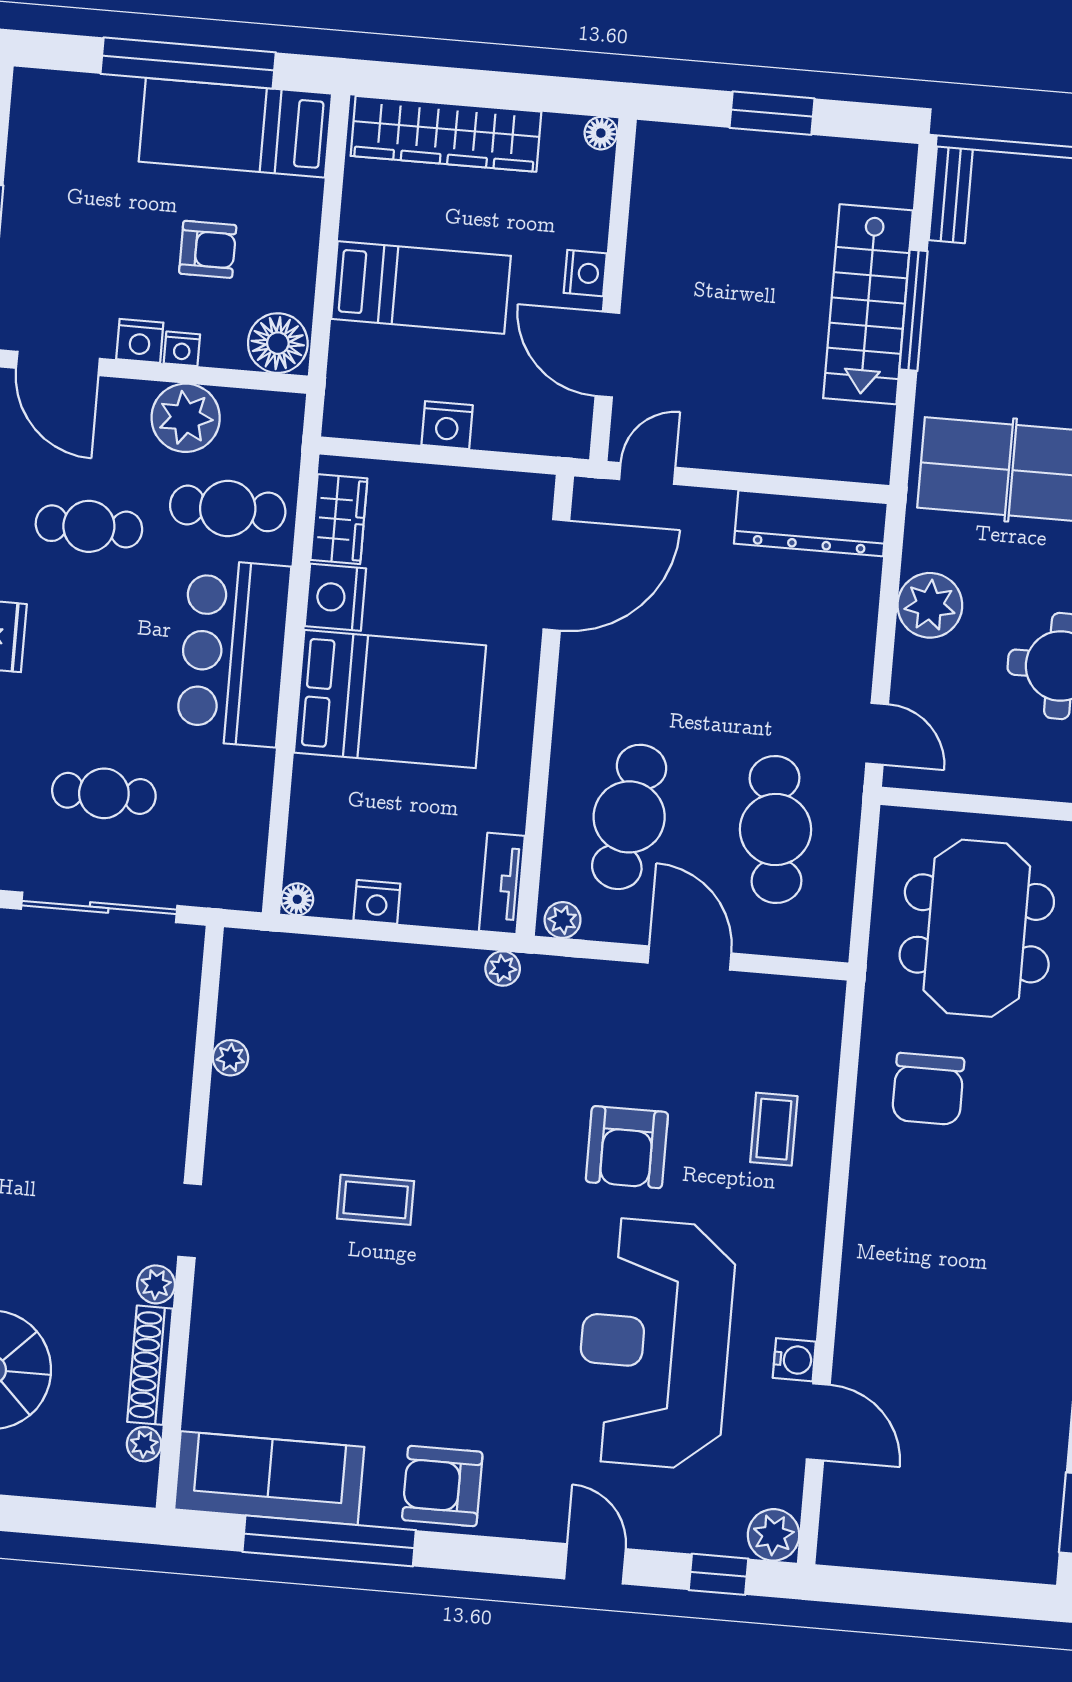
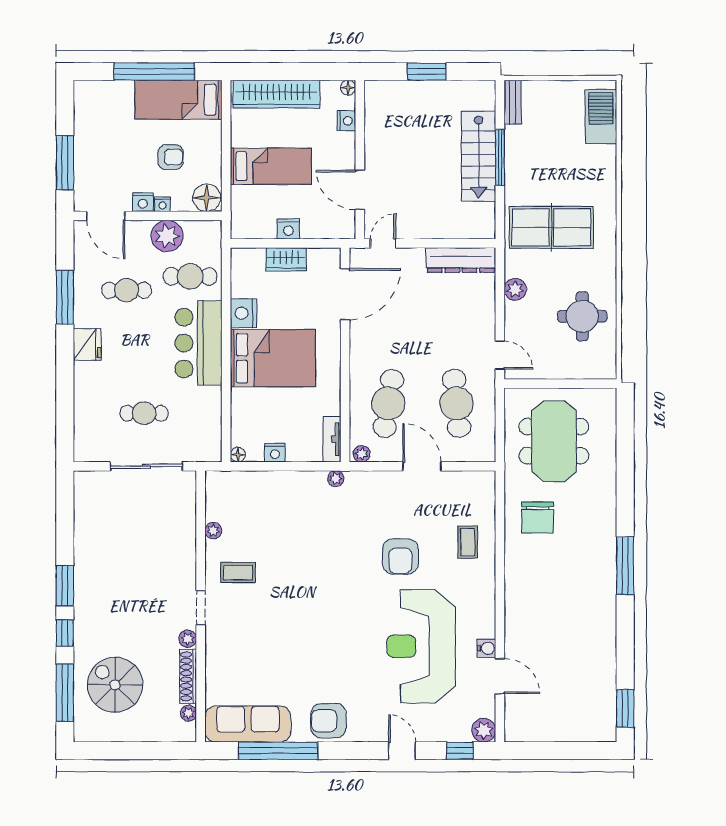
nightstand: (585, 273) -> (346, 121), moved
wardrobe: (339, 519) -> (286, 259), moved, turned 90
plant: (930, 605) -> (515, 289), width x0.73, depth x0.73
coffee table: (376, 1200) -> (238, 573), moved

